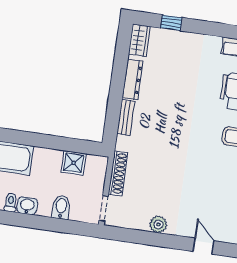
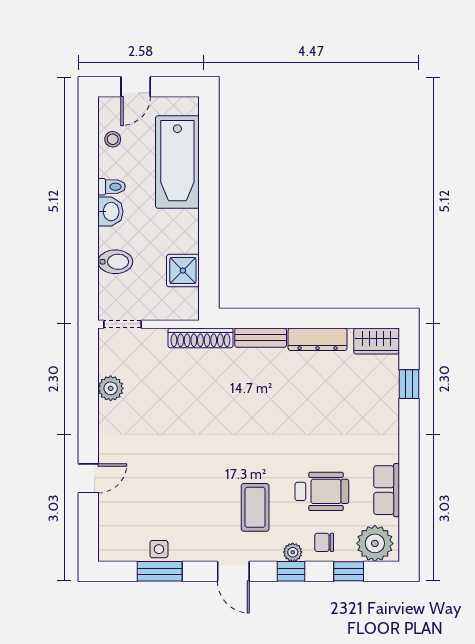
shoe rack: (118, 173) -> (200, 338), moved
plant: (158, 224) -> (111, 388), moved

